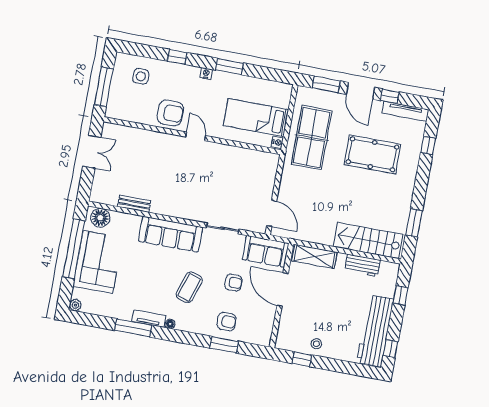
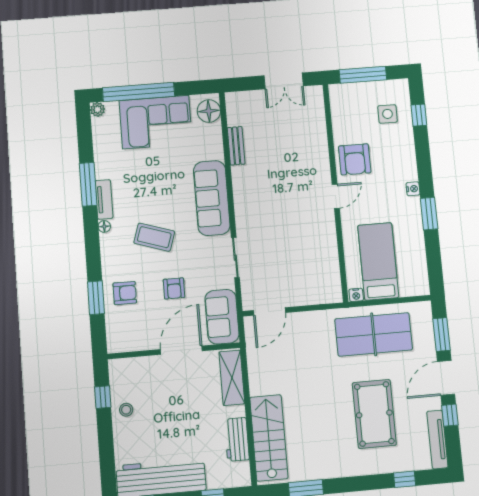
window: (177, 57) -> (419, 115), moved
window: (74, 249) -> (139, 92), moved
armchair: (226, 321) -> (125, 293), turned -90

